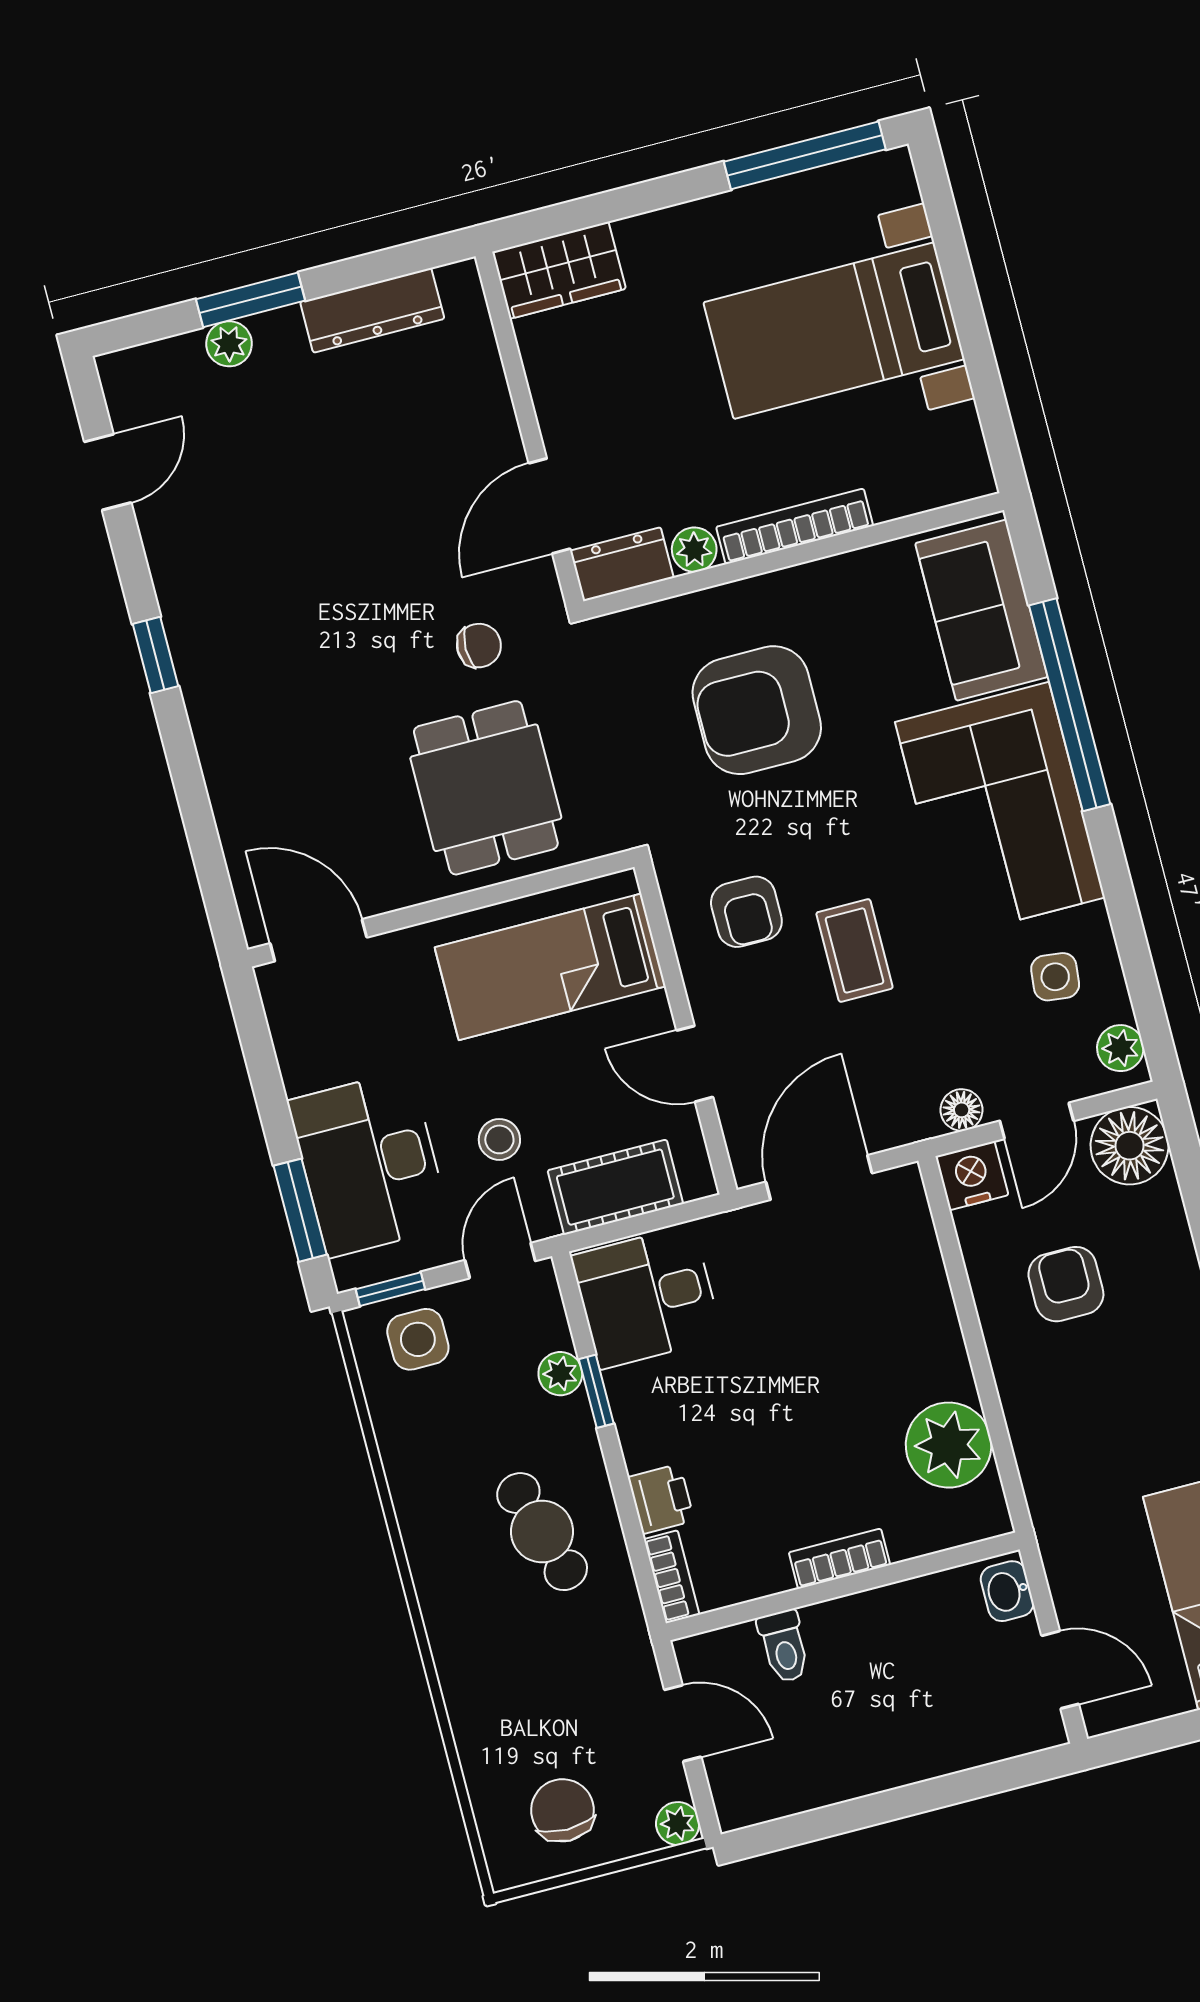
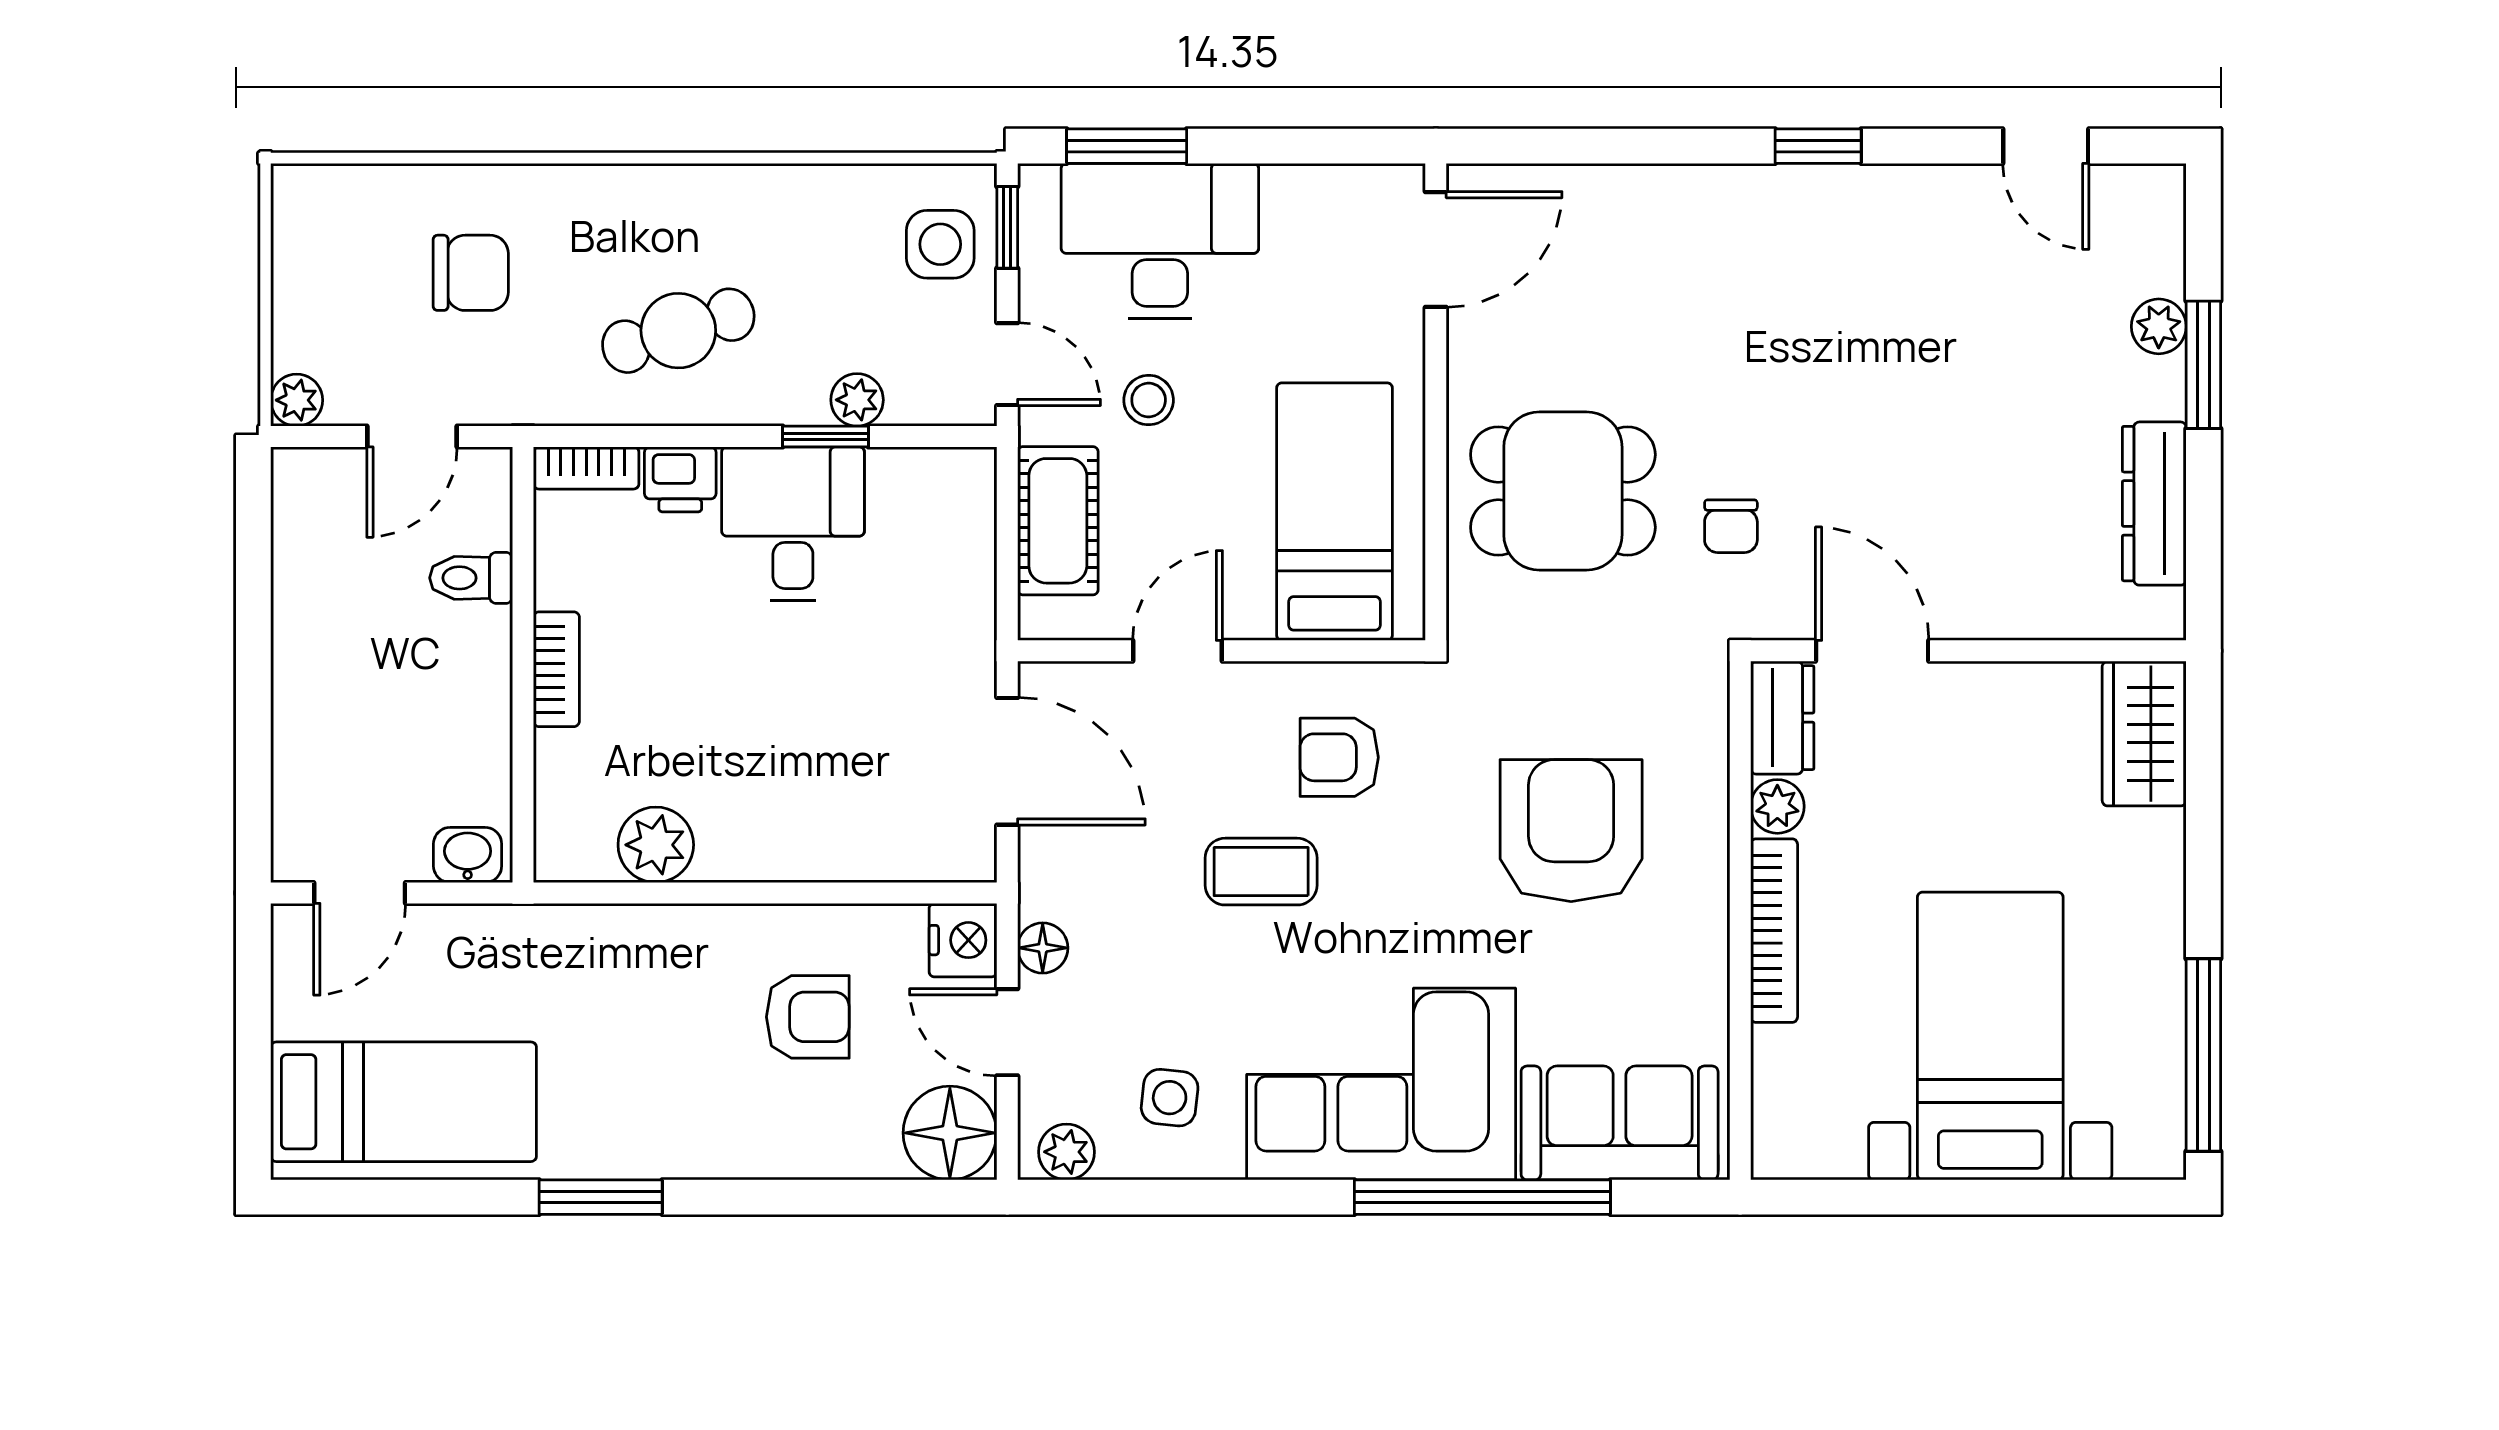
desk: (647, 1297) -> (793, 524), moved
plant: (949, 1445) -> (656, 845), width x0.73, depth x0.73
chair: (562, 1810) -> (471, 273), moved

